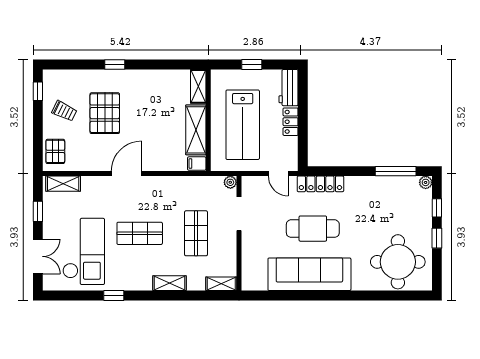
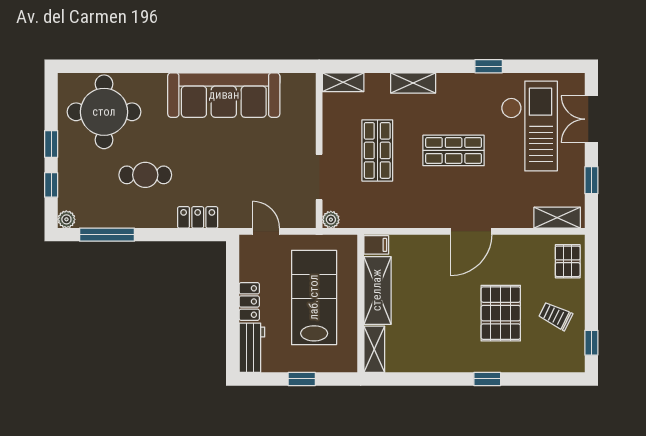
locker: (320, 184) -> (198, 217), width x0.66
cafe table: (313, 229) -> (145, 175), moved, width x0.73, depth x0.74
checkout: (84, 251) -> (529, 126), turned 180

